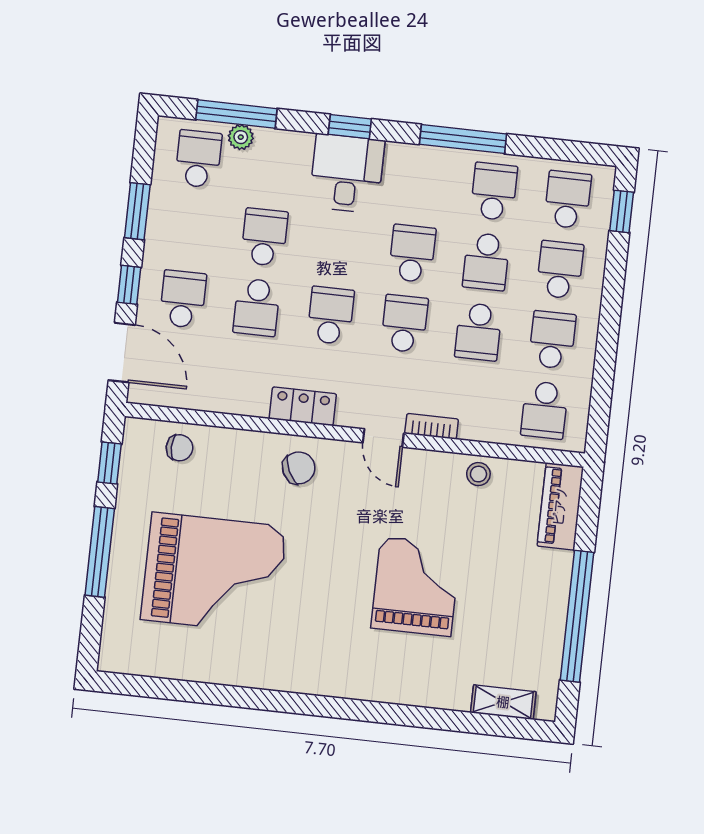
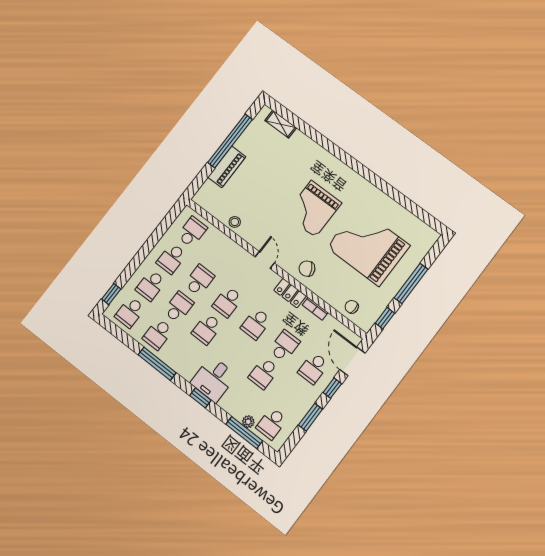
bookcase: (432, 426) -> (315, 309), moved
piano: (560, 506) -> (227, 167), moved
grand piano: (416, 586) -> (313, 209), moved

